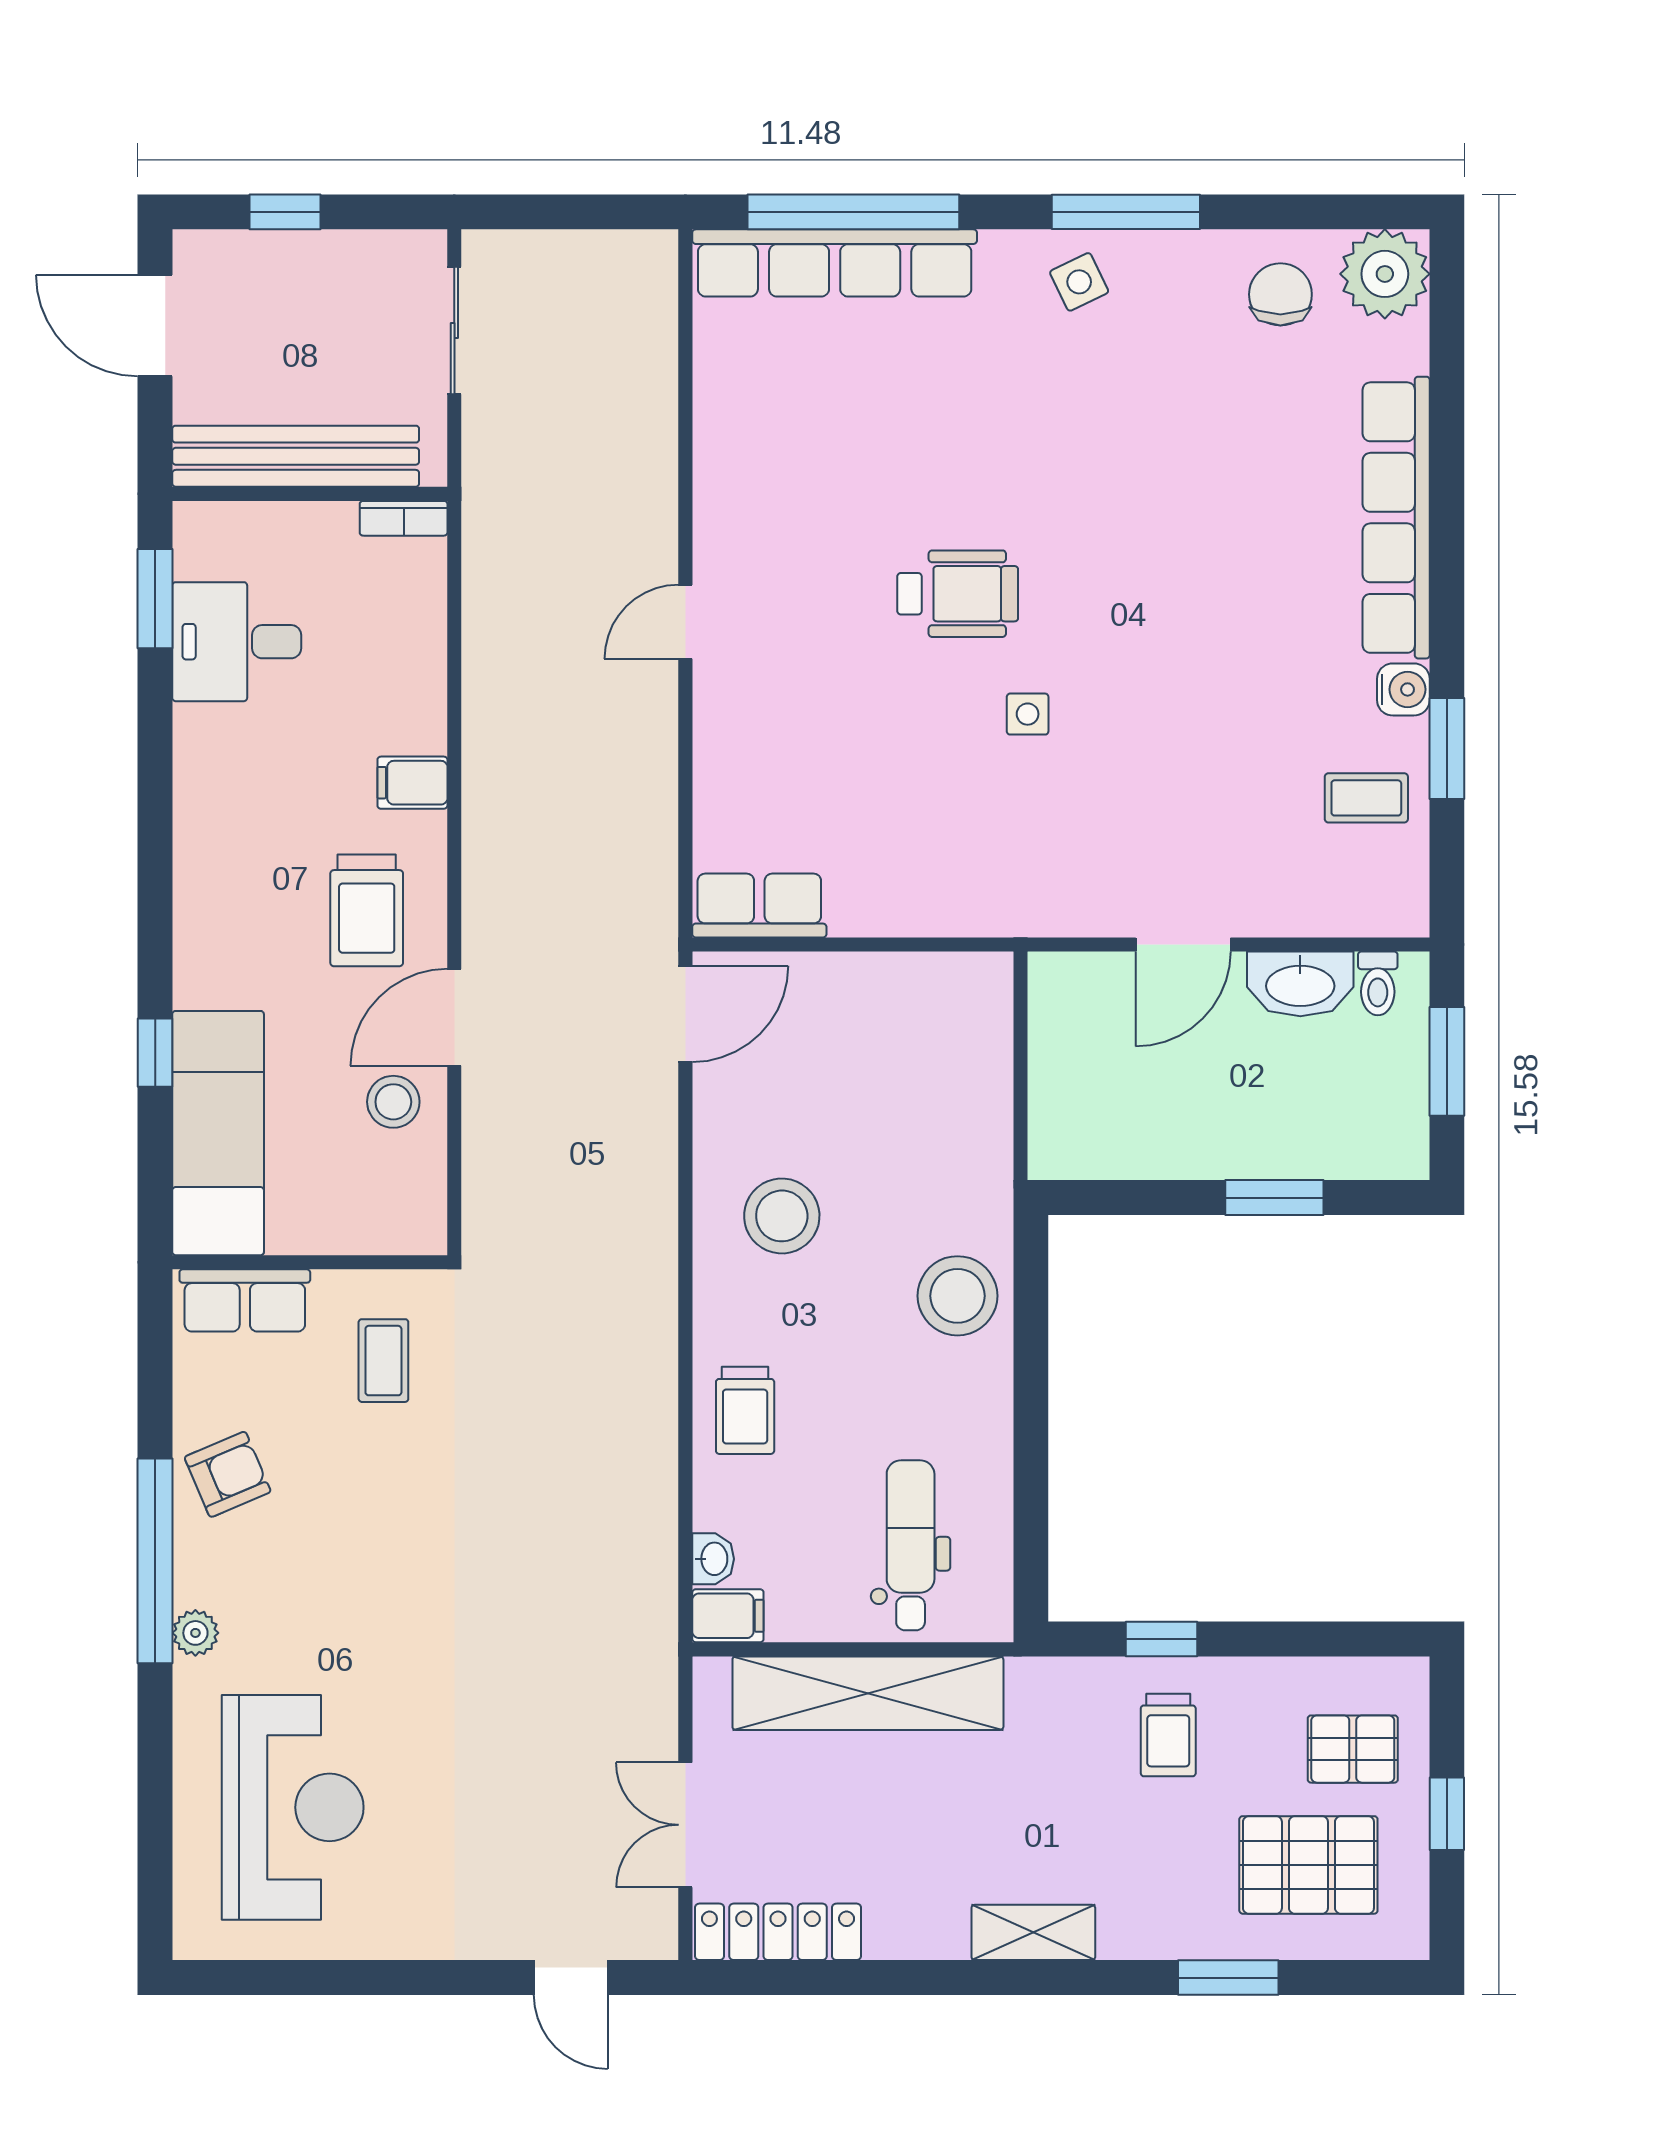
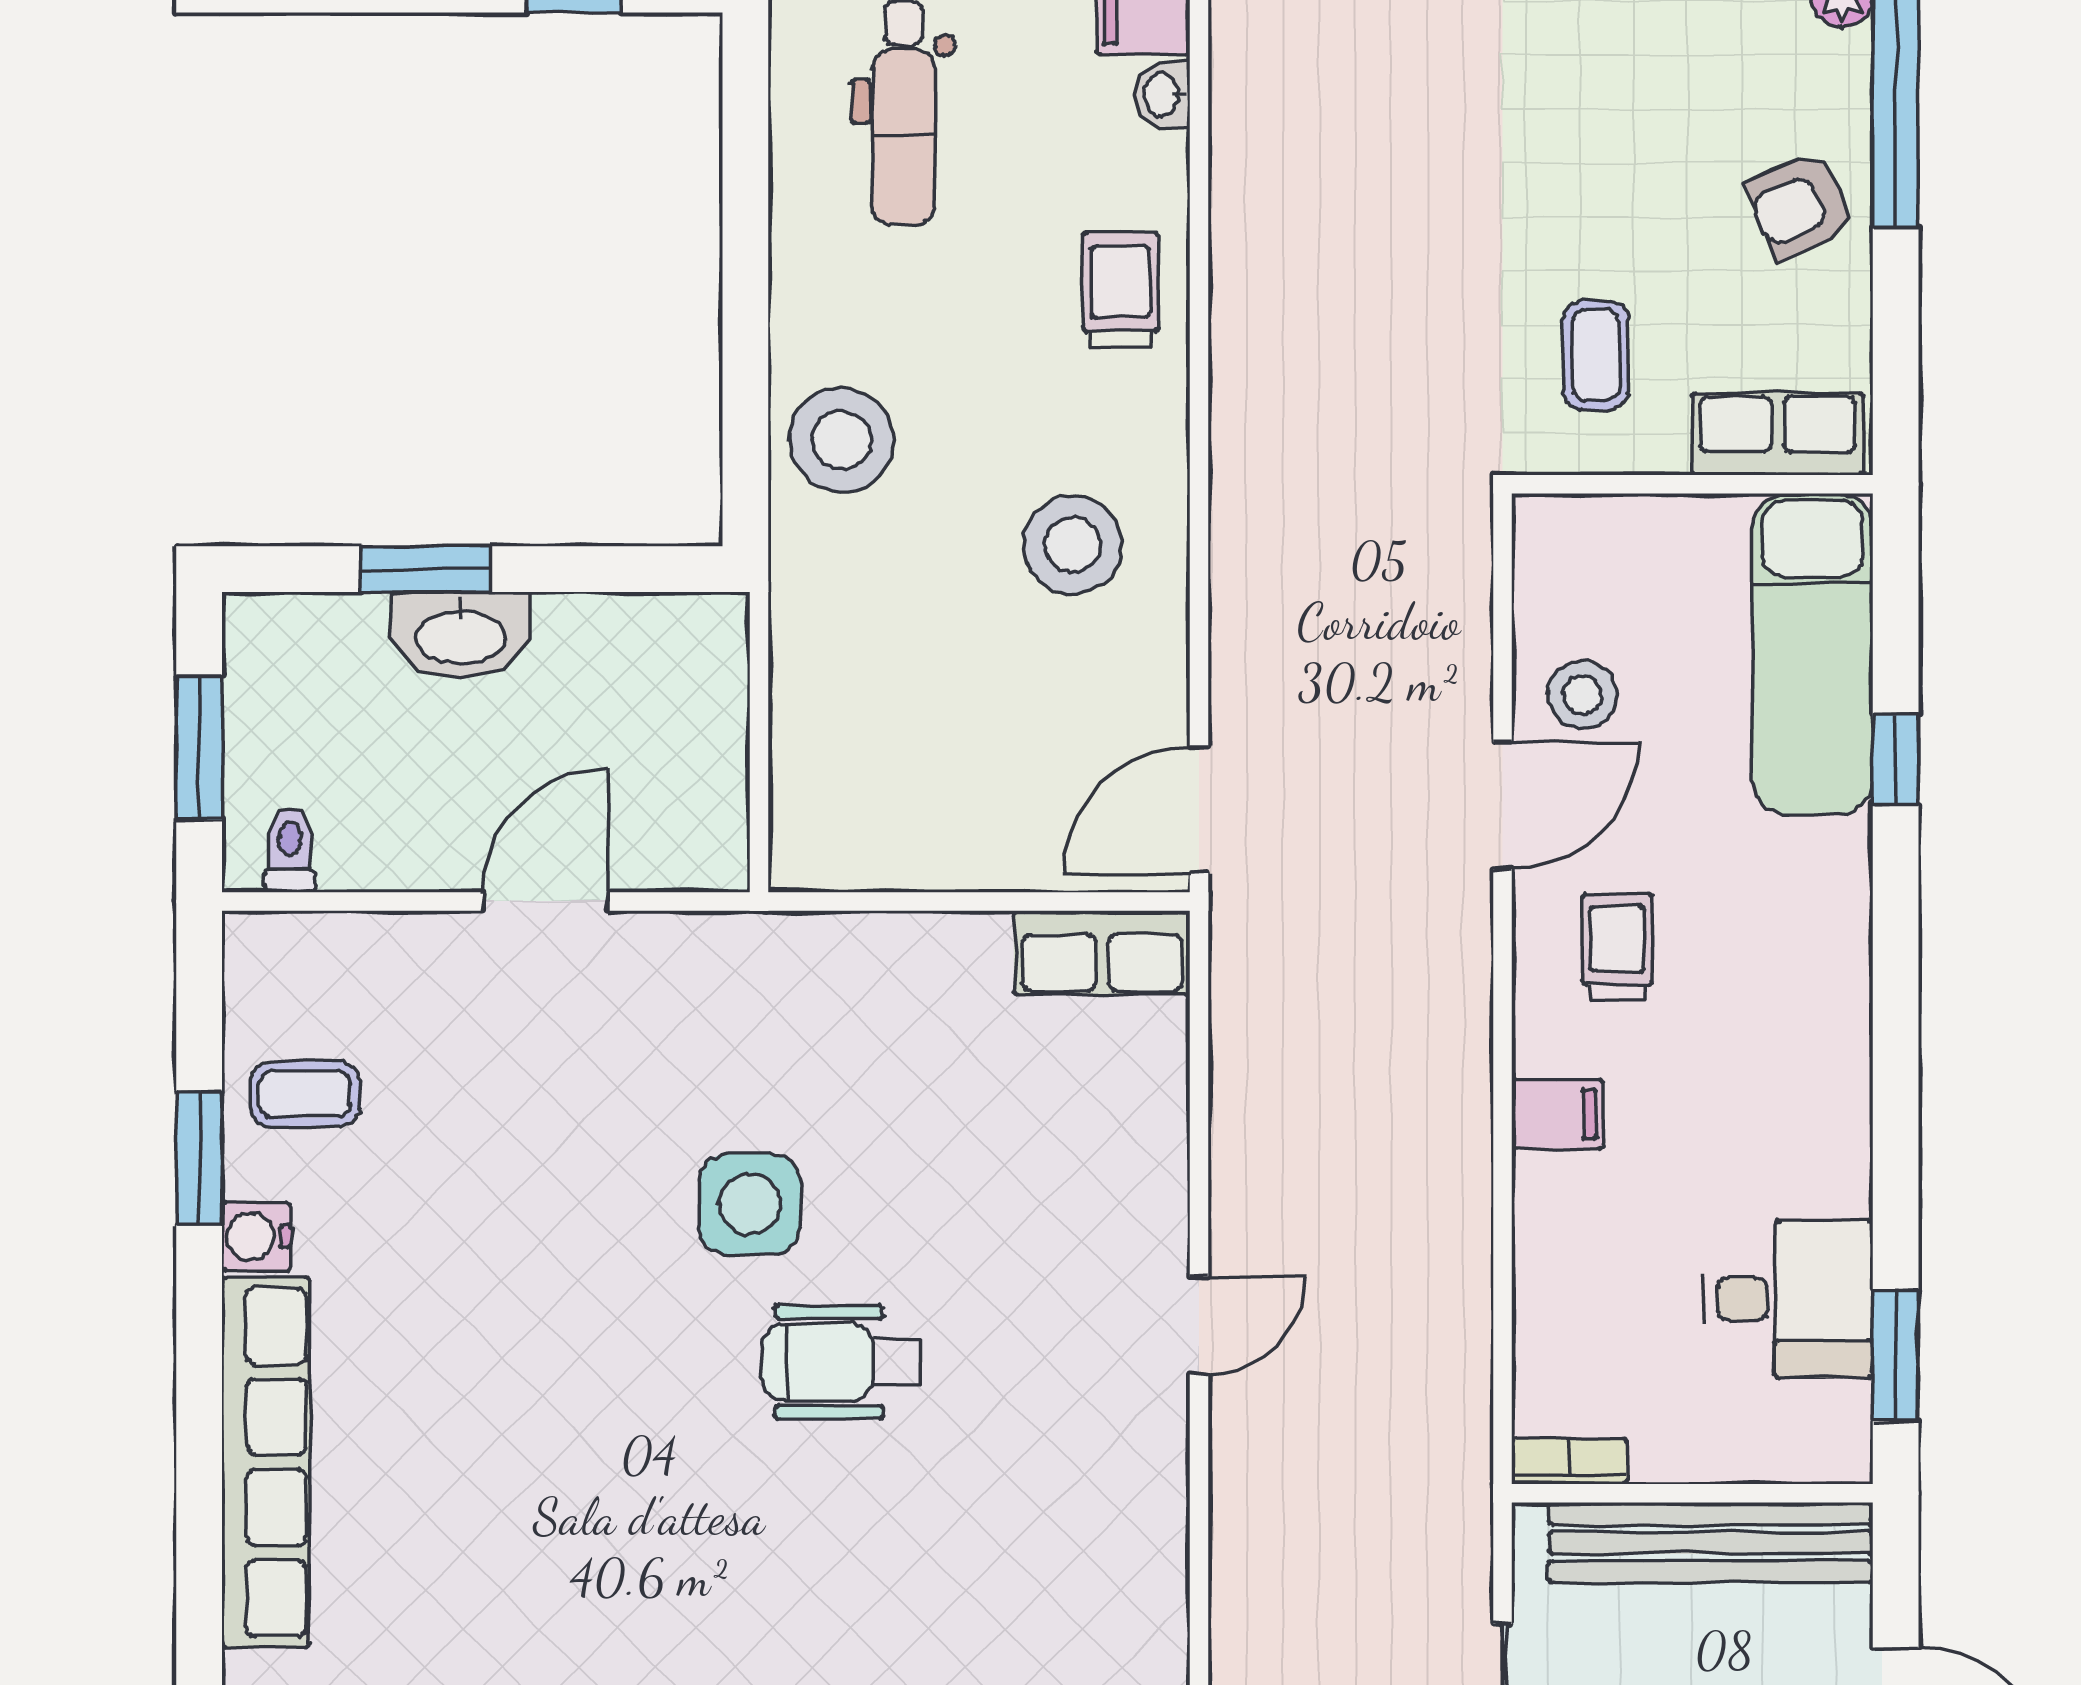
side table: (1028, 714) -> (750, 1204), width x1.87, depth x1.87
trolley: (367, 910) -> (1618, 946), width x0.73, depth x0.72
washbasin: (1300, 984) -> (460, 635), moved, turned 180

